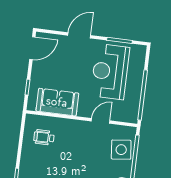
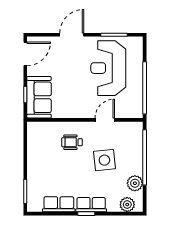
sofa: (57, 102) -> (39, 97), moved, turned 90
wheelchair: (44, 137) -> (72, 142), moved
side table: (121, 150) -> (104, 160), moved

